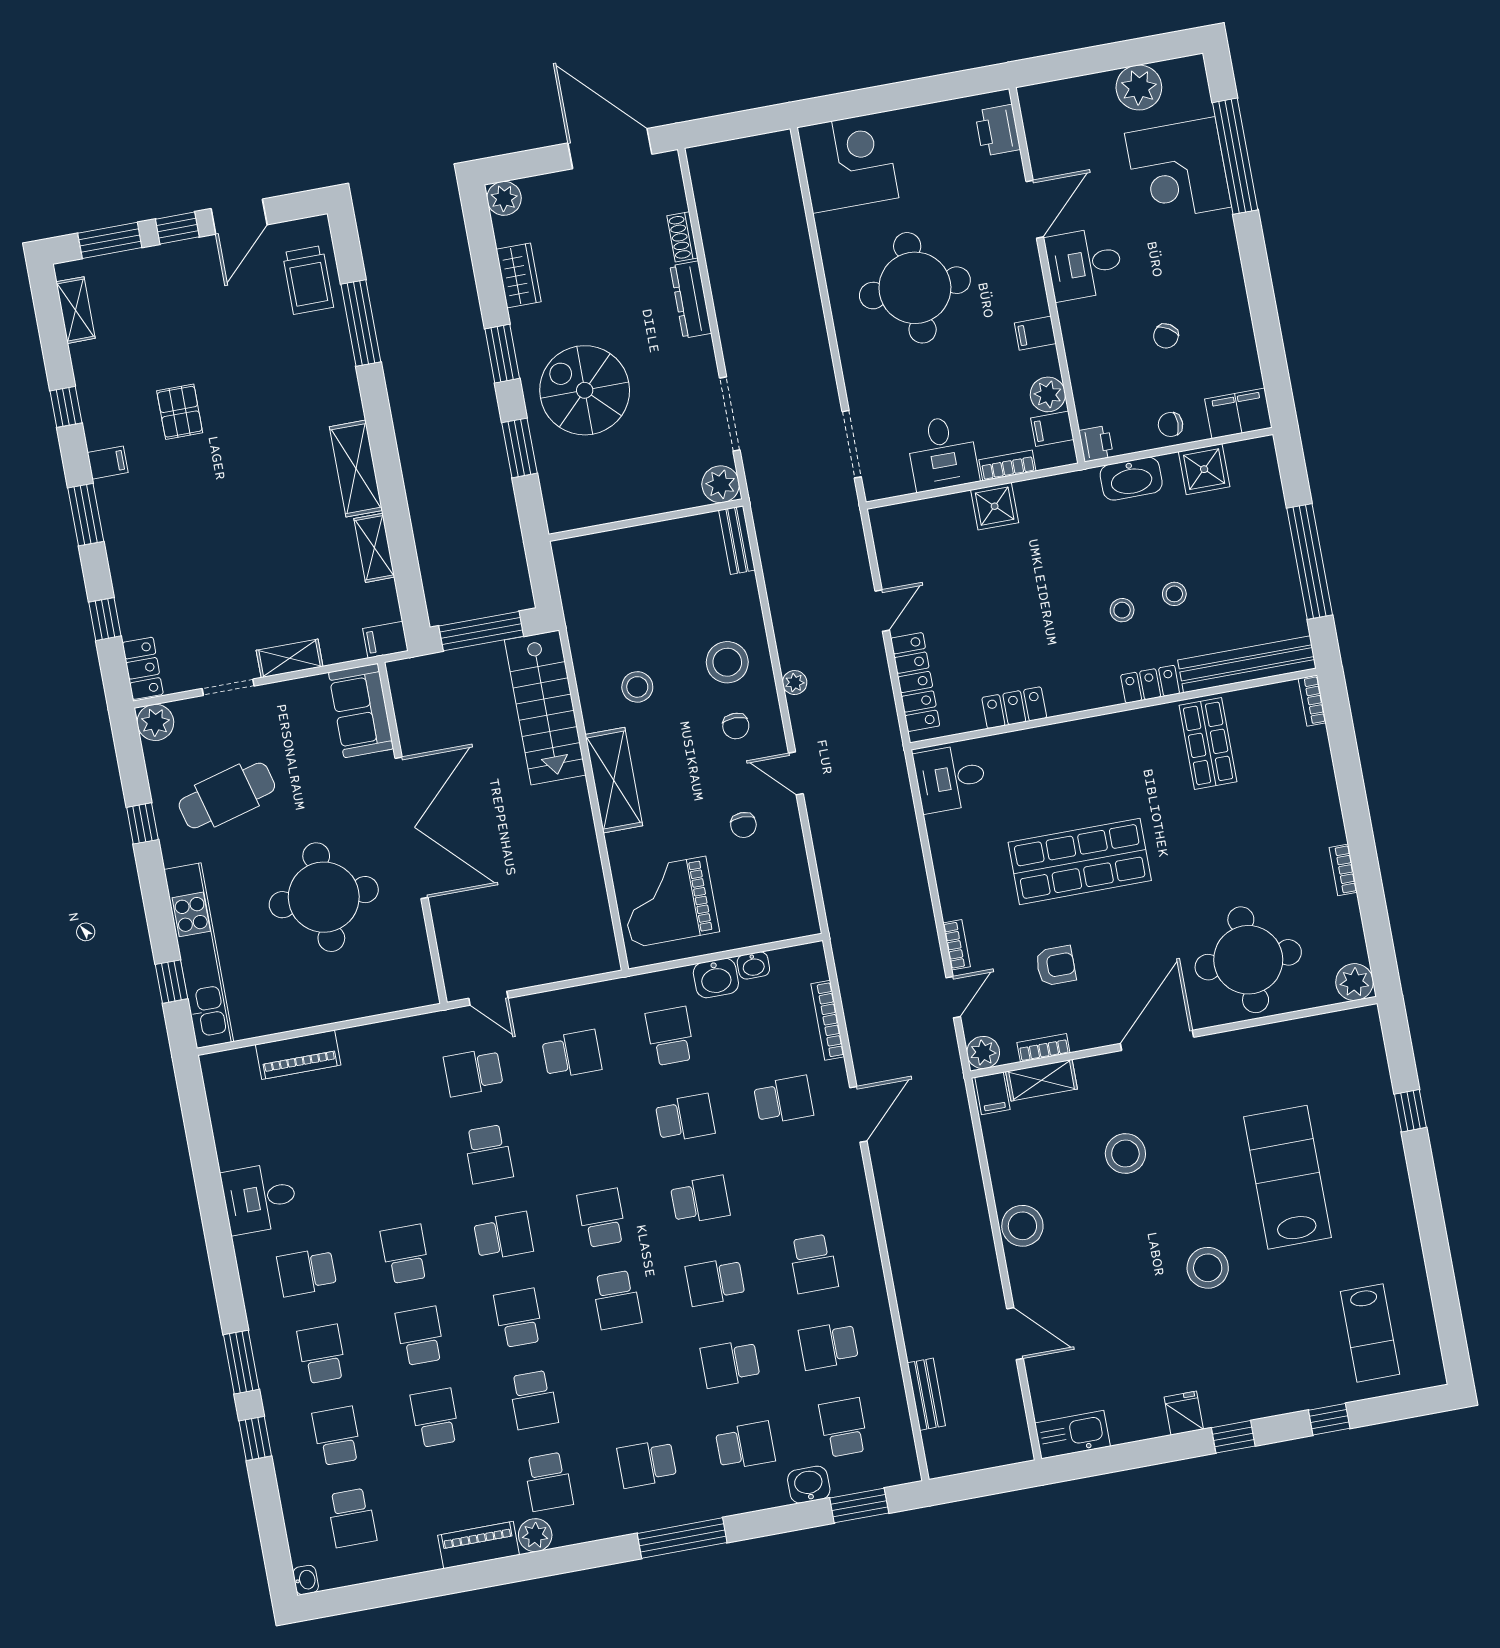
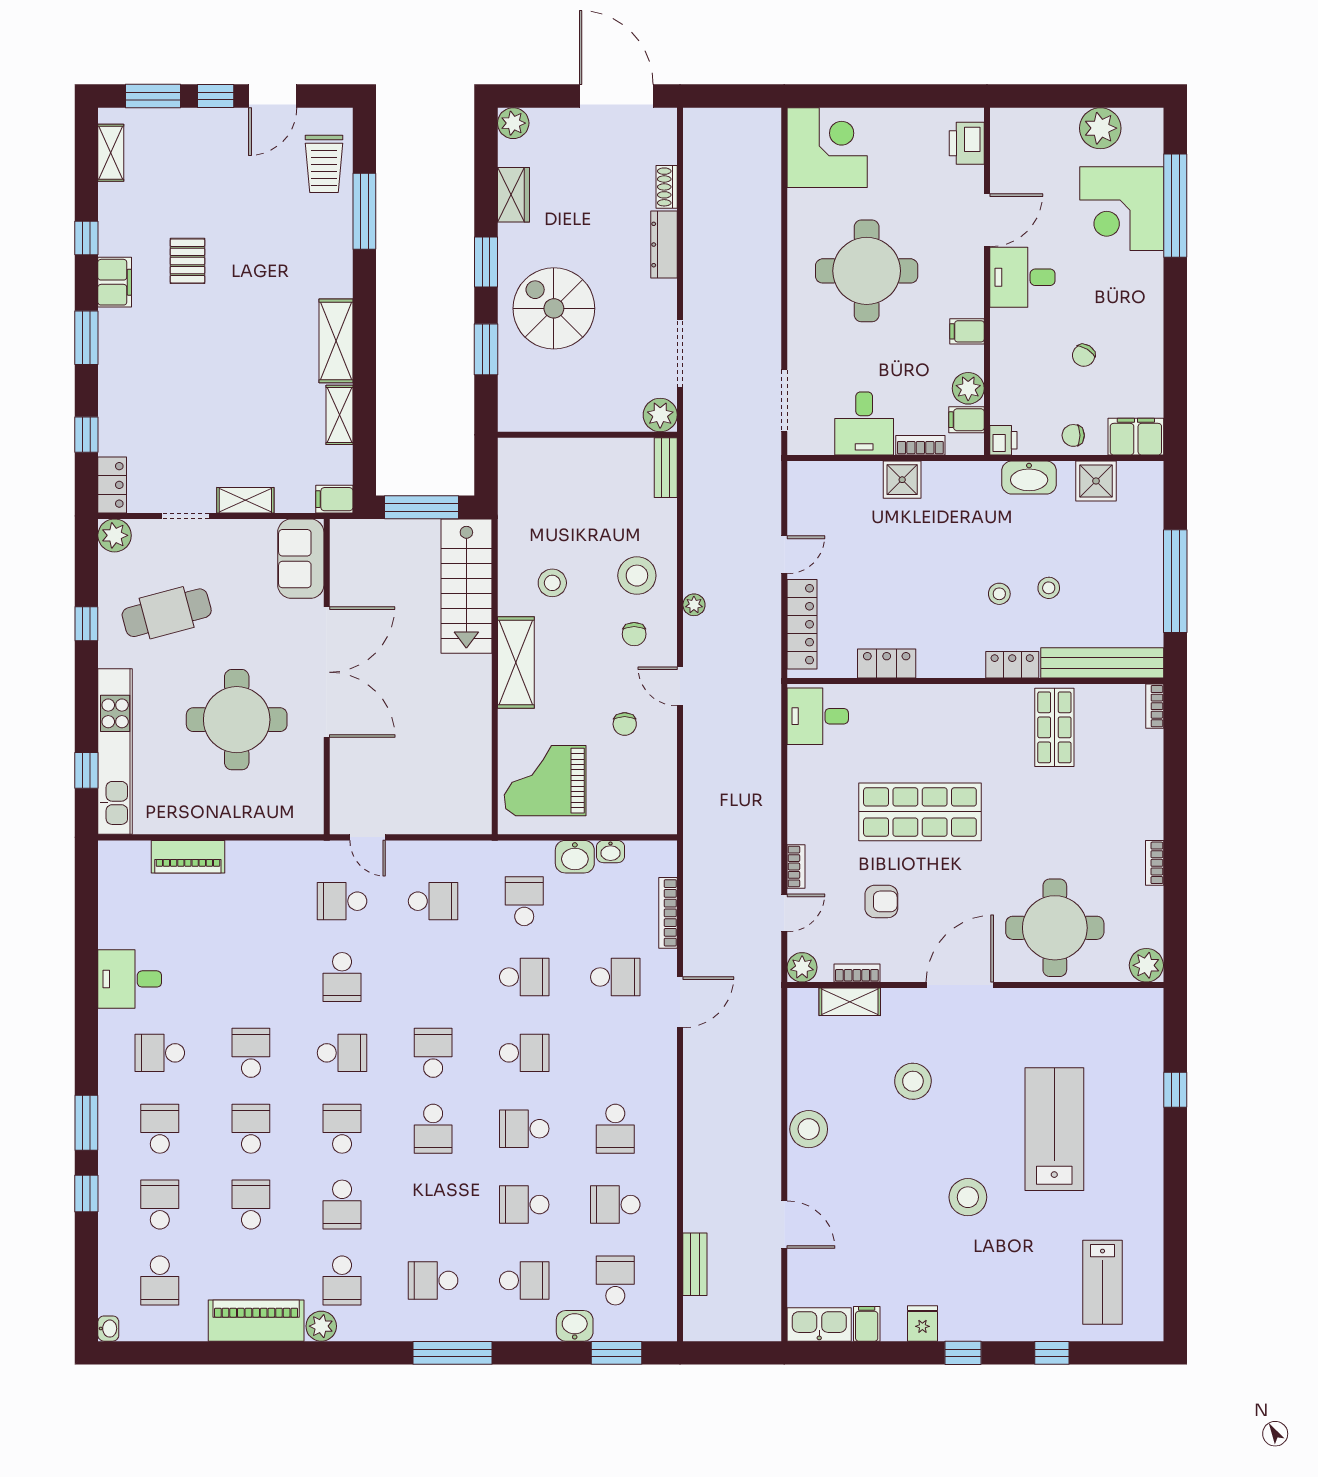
filing cabinet: (108, 463) -> (115, 282), width x2.00
filing cabinet: (992, 1093) -> (867, 1324), moved, turned 180
piano: (478, 1545) -> (256, 1321), width x1.37, depth x1.33

